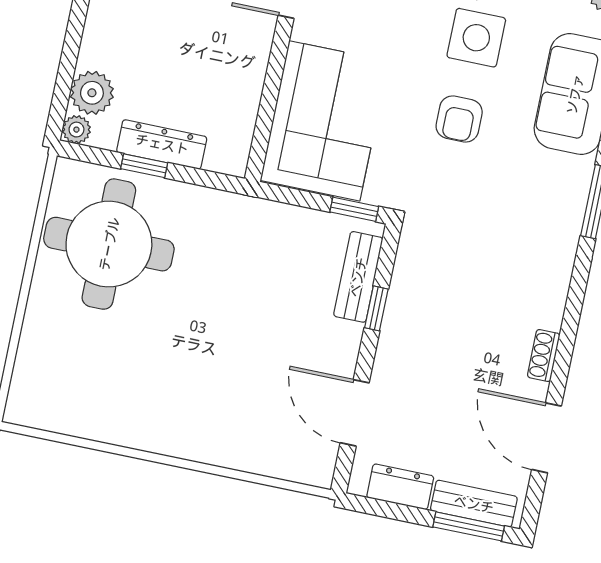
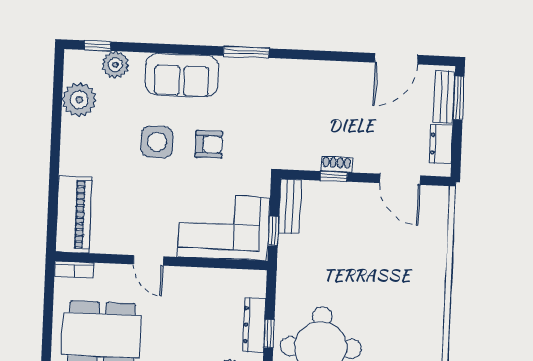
window: (354, 209) -> (274, 231), moved
bench: (358, 277) -> (290, 206), moved, turned 90
shoe rack: (544, 355) -> (337, 164), moved, turned 180
door: (355, 413) -> (400, 179), hinge flipped

